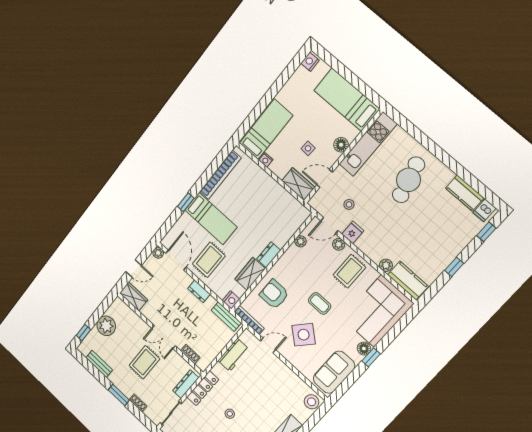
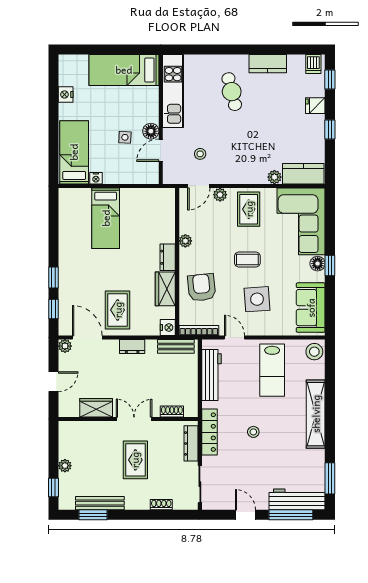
nightstand: (310, 62) -> (66, 94), moved
floor lamp: (341, 145) -> (151, 131), moved
bookcase: (220, 175) -> (65, 226), removed
cafe table: (408, 180) -> (232, 92), width x0.73, depth x0.74
wardrobe: (298, 184) -> (142, 174), removed
kitchen counter: (465, 193) -> (268, 64), moved
bed: (211, 219) -> (106, 218), moved, turned 90
window: (170, 223) -> (54, 309), added
fridge: (353, 232) -> (315, 106), moved, turned -90
plant: (300, 241) -> (185, 241), moved
armchair: (274, 294) -> (202, 287), turned 84
wardrobe: (134, 296) -> (96, 408), moved
plant: (106, 326) -> (65, 466), width x0.53, depth x0.53
side table: (304, 335) -> (257, 299), turned 45
double door: (164, 337) -> (134, 419), swing flipped
door: (268, 345) -> (235, 338), hinge flipped
workbench: (233, 355) -> (211, 375), width x1.37
bench: (99, 364) -> (100, 503), width x1.36
lab bench: (274, 388) -> (272, 370), added
window: (119, 395) -> (93, 515), moved

